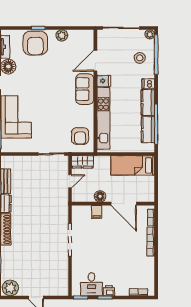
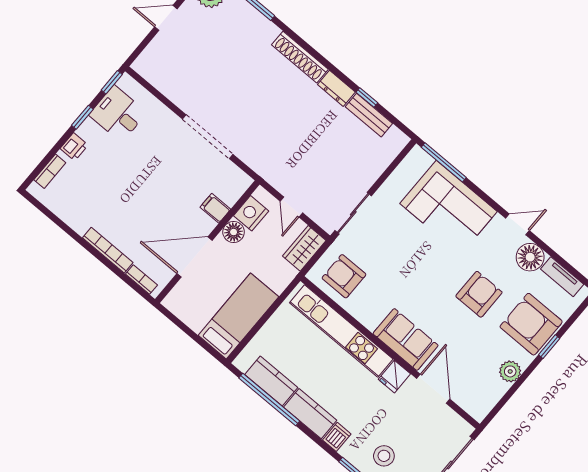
armchair: (41, 75) -> (479, 294), added
nightstand: (86, 196) -> (251, 213), added
printer: (109, 291) -> (74, 147), moved

